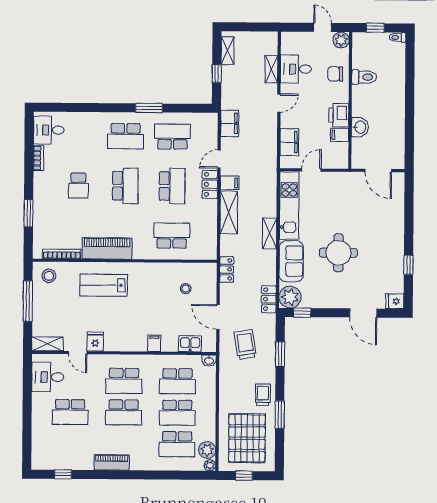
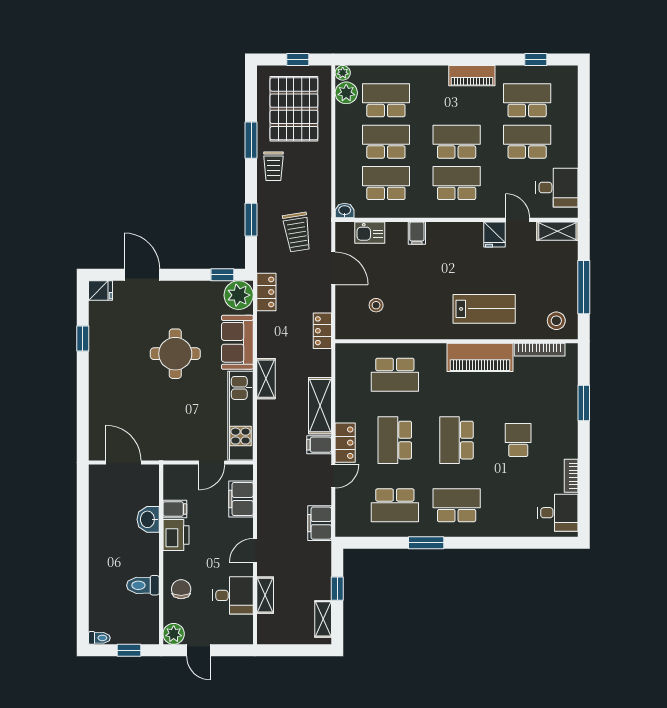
chair: (335, 74) -> (181, 589), turned -90
school desk: (70, 443) -> (527, 100), added

